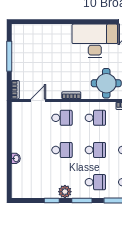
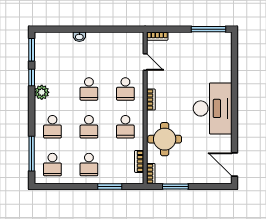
desk: (95, 41) -> (213, 108), moved
window: (9, 56) -> (209, 29), moved
window: (82, 200) -> (32, 50), moved

